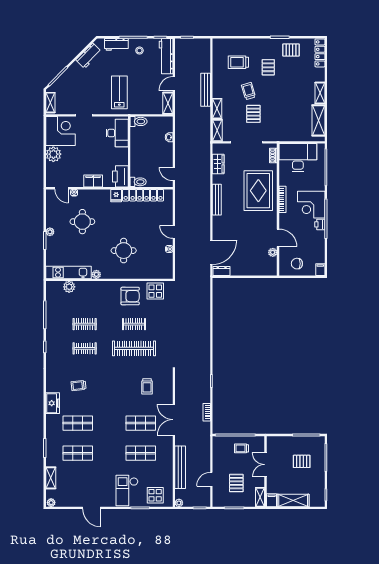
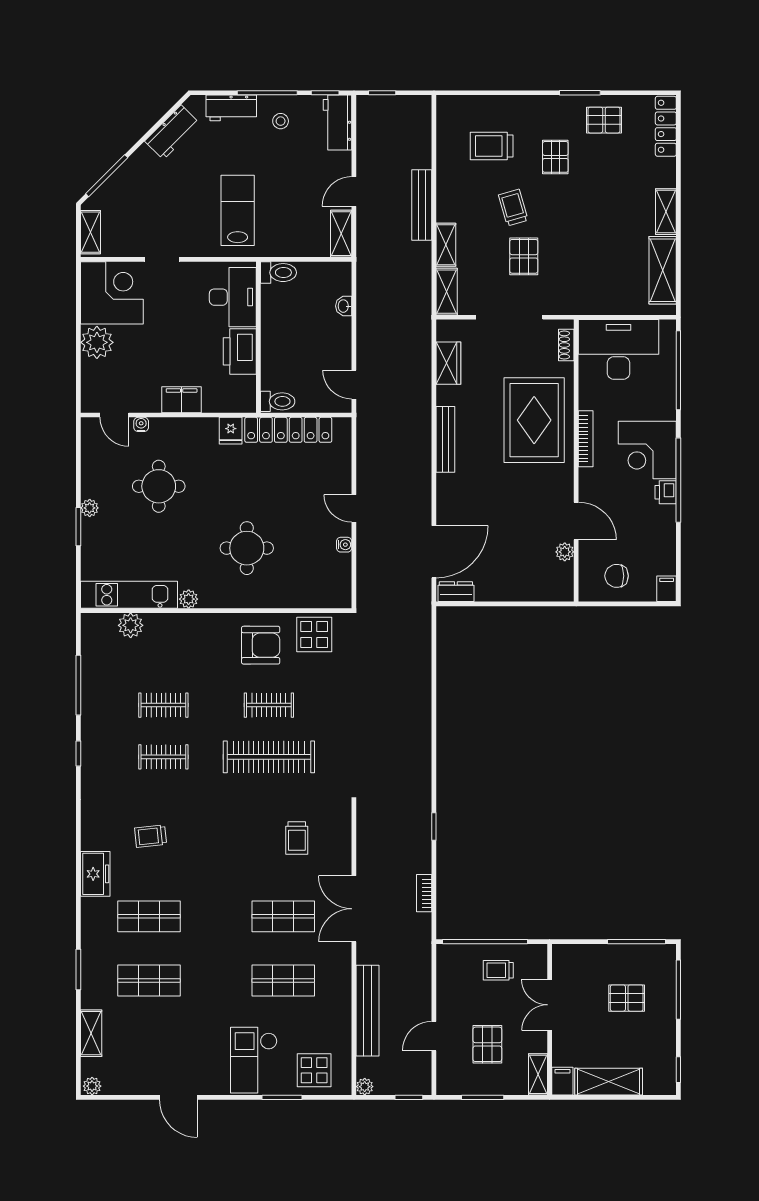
workbench: (166, 56) -> (338, 123), width x0.73
printer: (120, 176) -> (240, 351), moved

